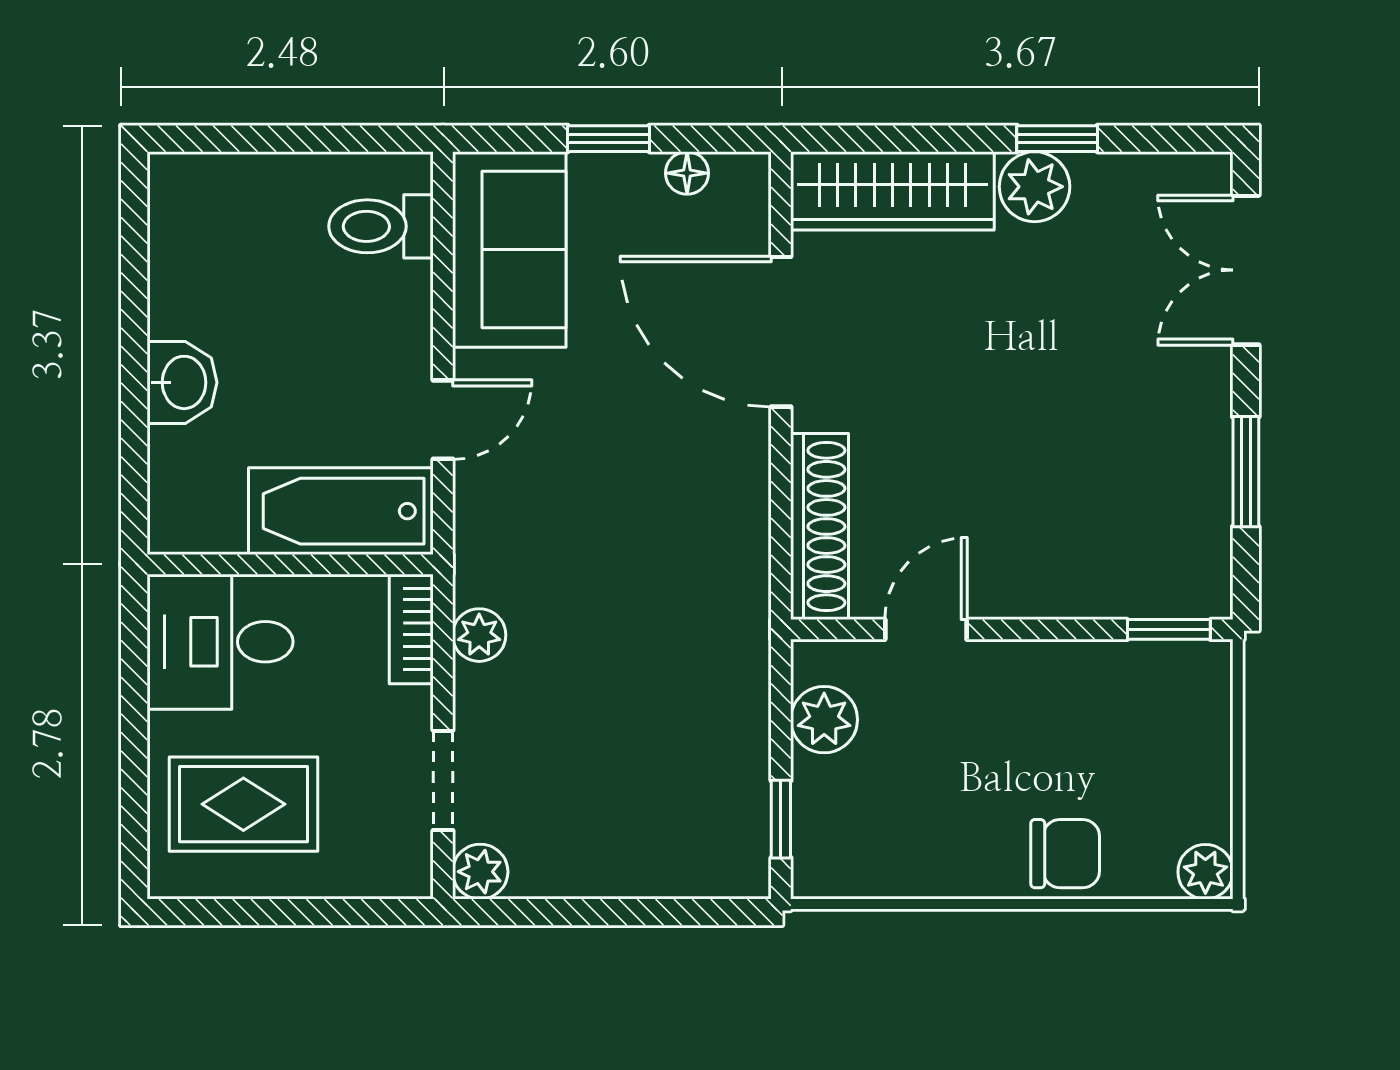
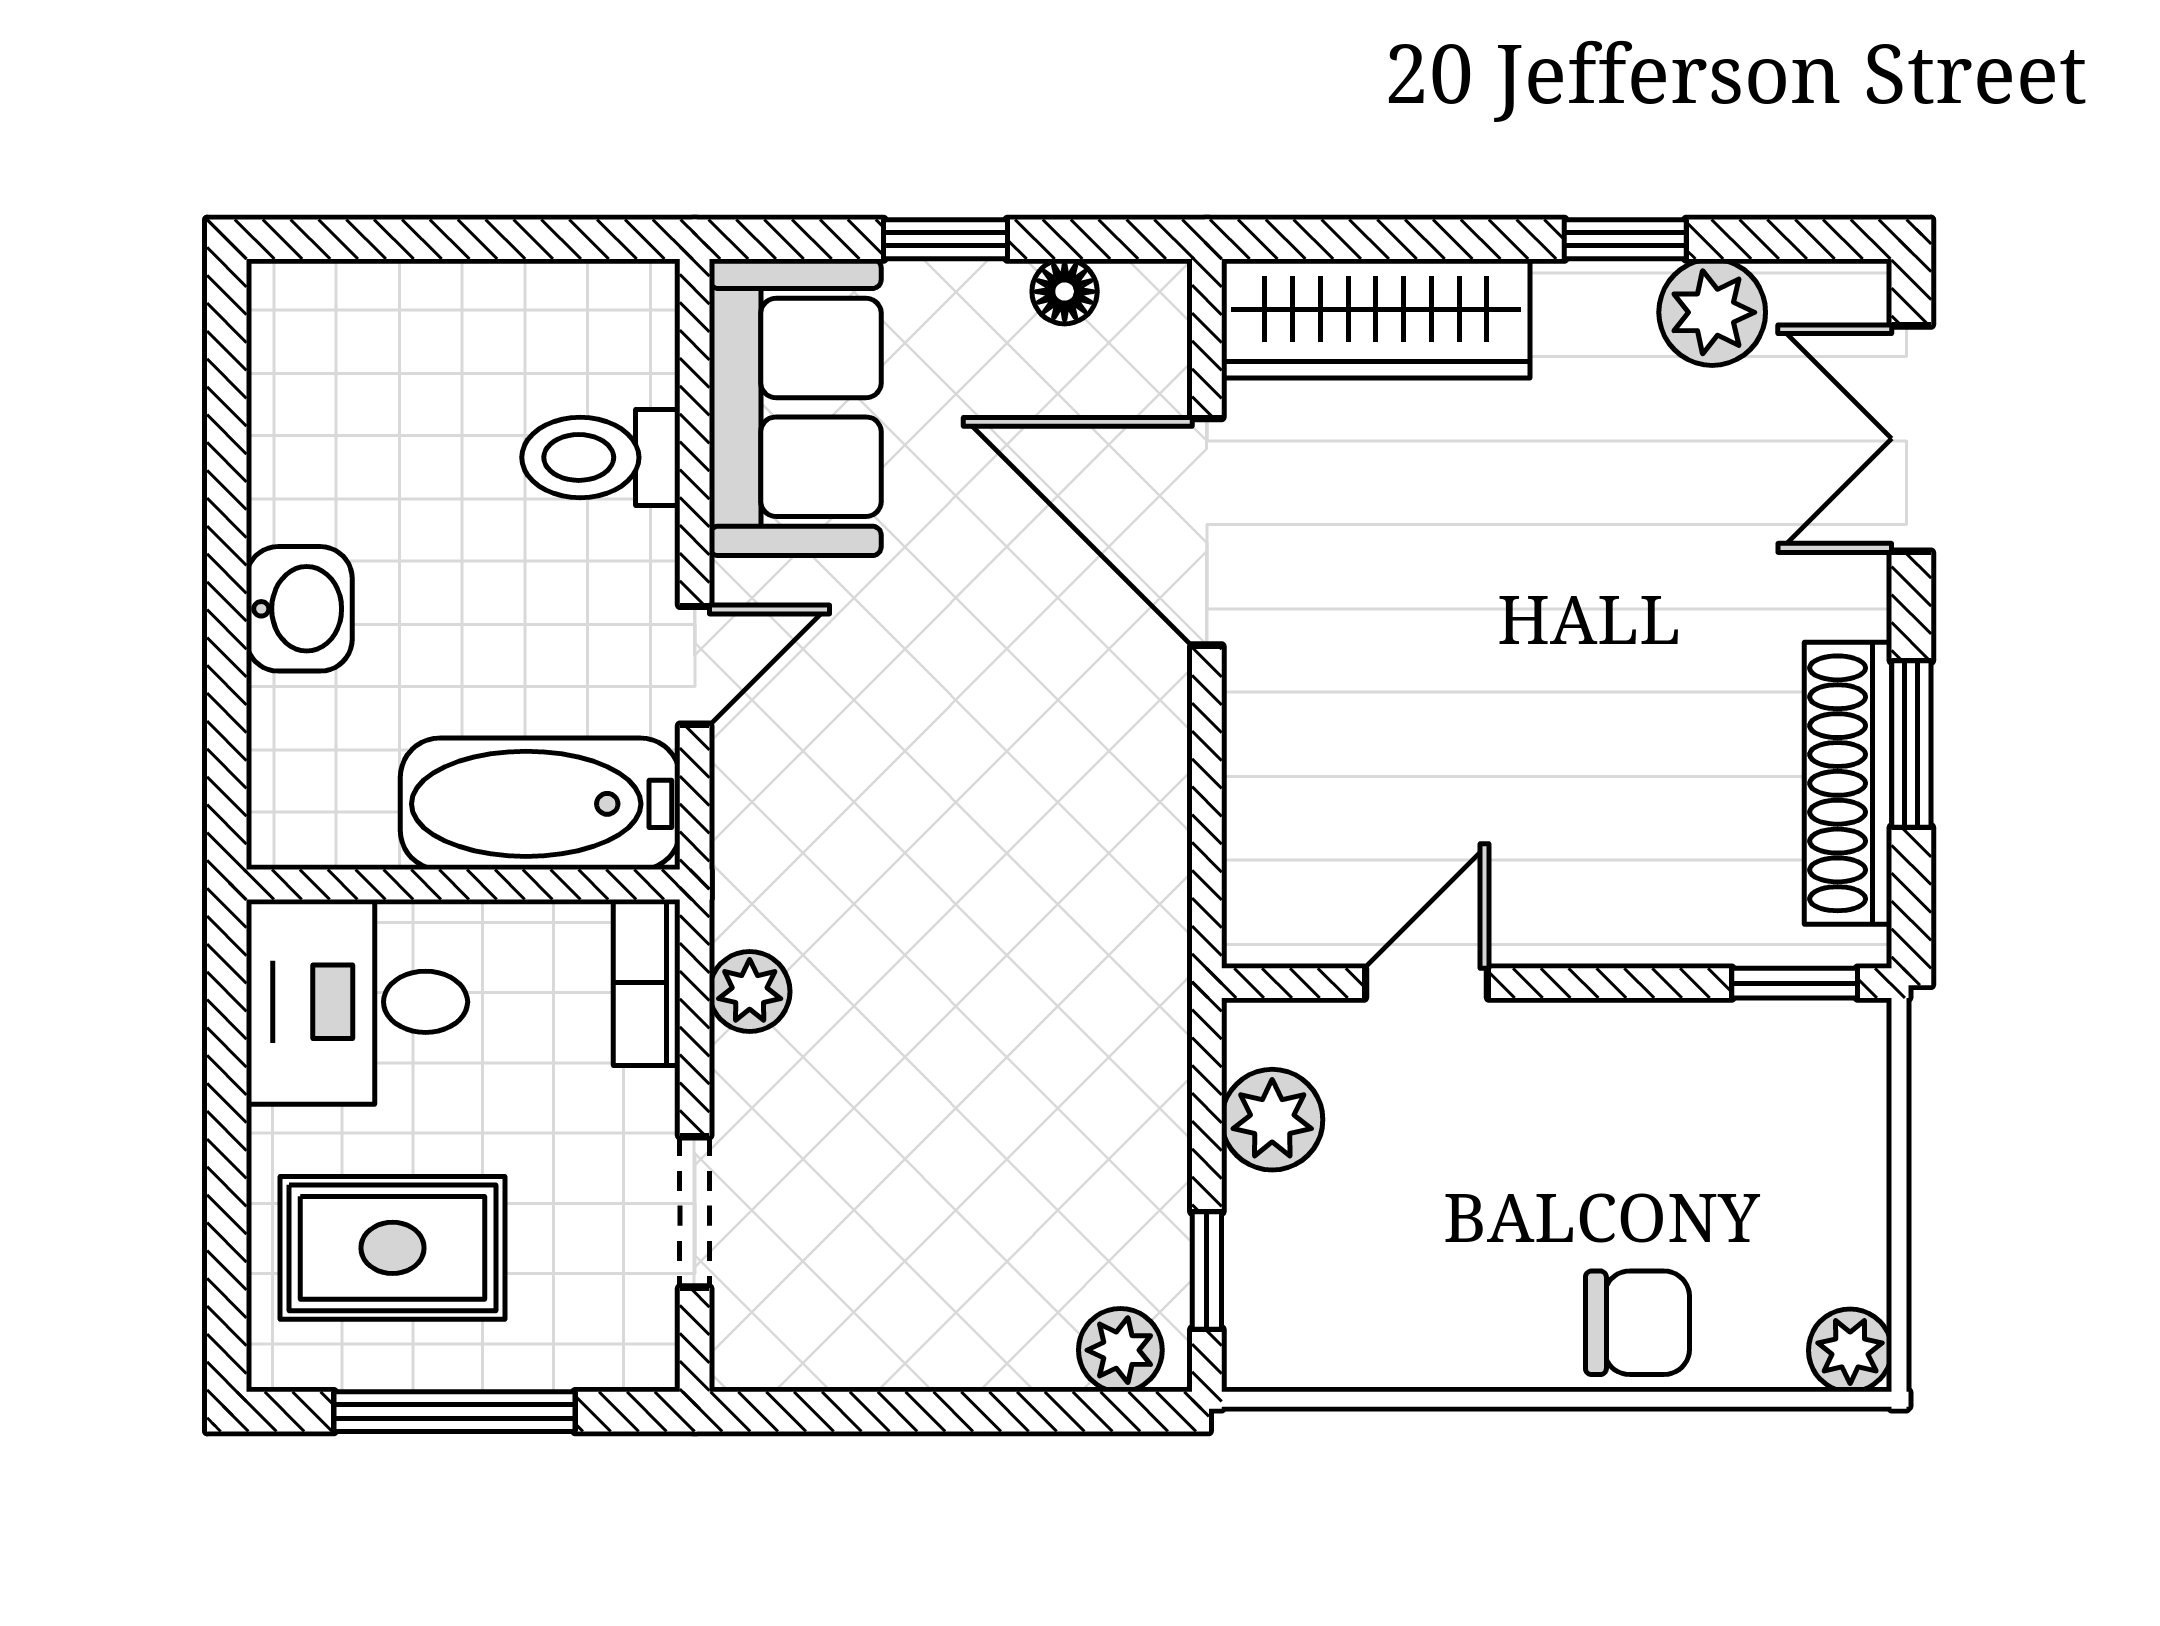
plant: (1035, 187) -> (1712, 312), moved
toilet: (381, 226) -> (601, 457), moved
shoe rack: (820, 527) -> (1848, 783), moved, turned 180
plant: (480, 872) -> (1120, 1350), moved
window: (284, 912) -> (455, 1412), added

